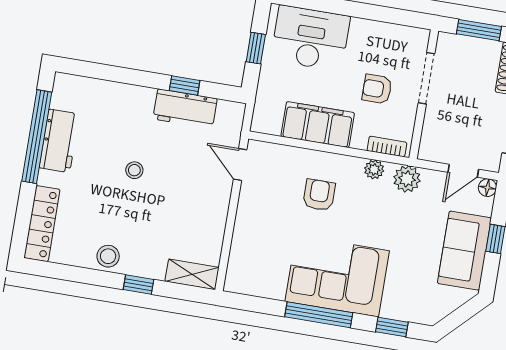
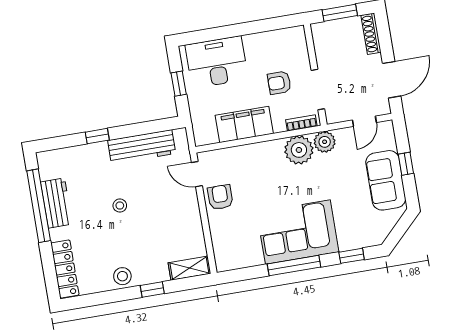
doorway: (426, 78) -> (318, 90), moved
window: (185, 86) -> (97, 136), moved
workbench: (185, 109) -> (142, 147), width x1.38
plant: (374, 169) -> (299, 150), width x1.87, depth x1.87
floor lamp: (487, 188) -> (387, 128), removed
armchair: (319, 195) -> (220, 197), moved

